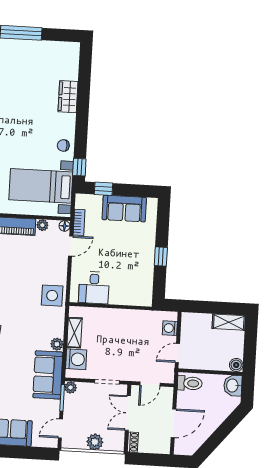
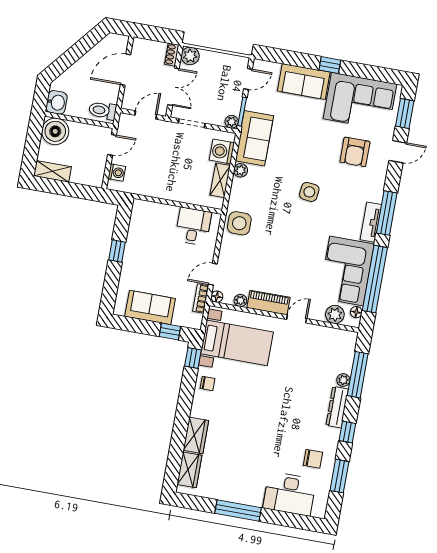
wardrobe: (70, 64) -> (189, 470), added
boiler: (236, 365) -> (55, 131), width x1.86, depth x1.86
plant: (95, 442) -> (190, 56), moved

